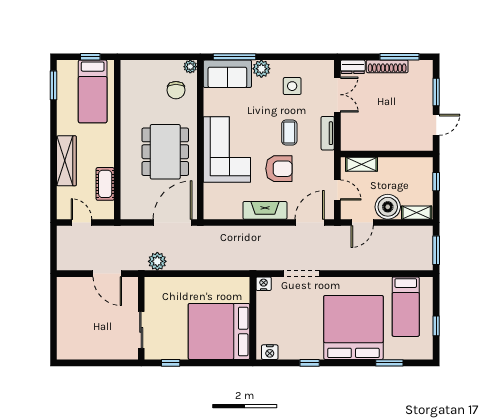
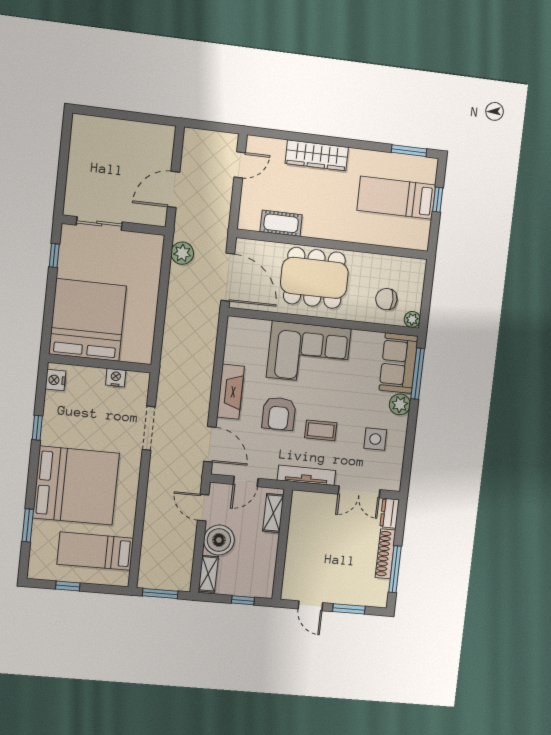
tv unit: (328, 133) -> (307, 475), width x1.41
wall: (117, 140) -> (333, 244), moved
cot: (105, 184) -> (281, 223), moved
nightstand: (264, 284) -> (116, 378), moved, turned -90

